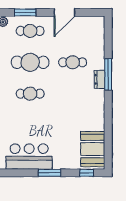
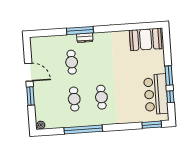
window: (25, 12) -> (31, 96), moved
cafe table: (30, 31) -> (47, 101), removed
cafe table: (30, 62) -> (74, 99), width x0.73, depth x0.74
window: (87, 173) -> (170, 97), moved

